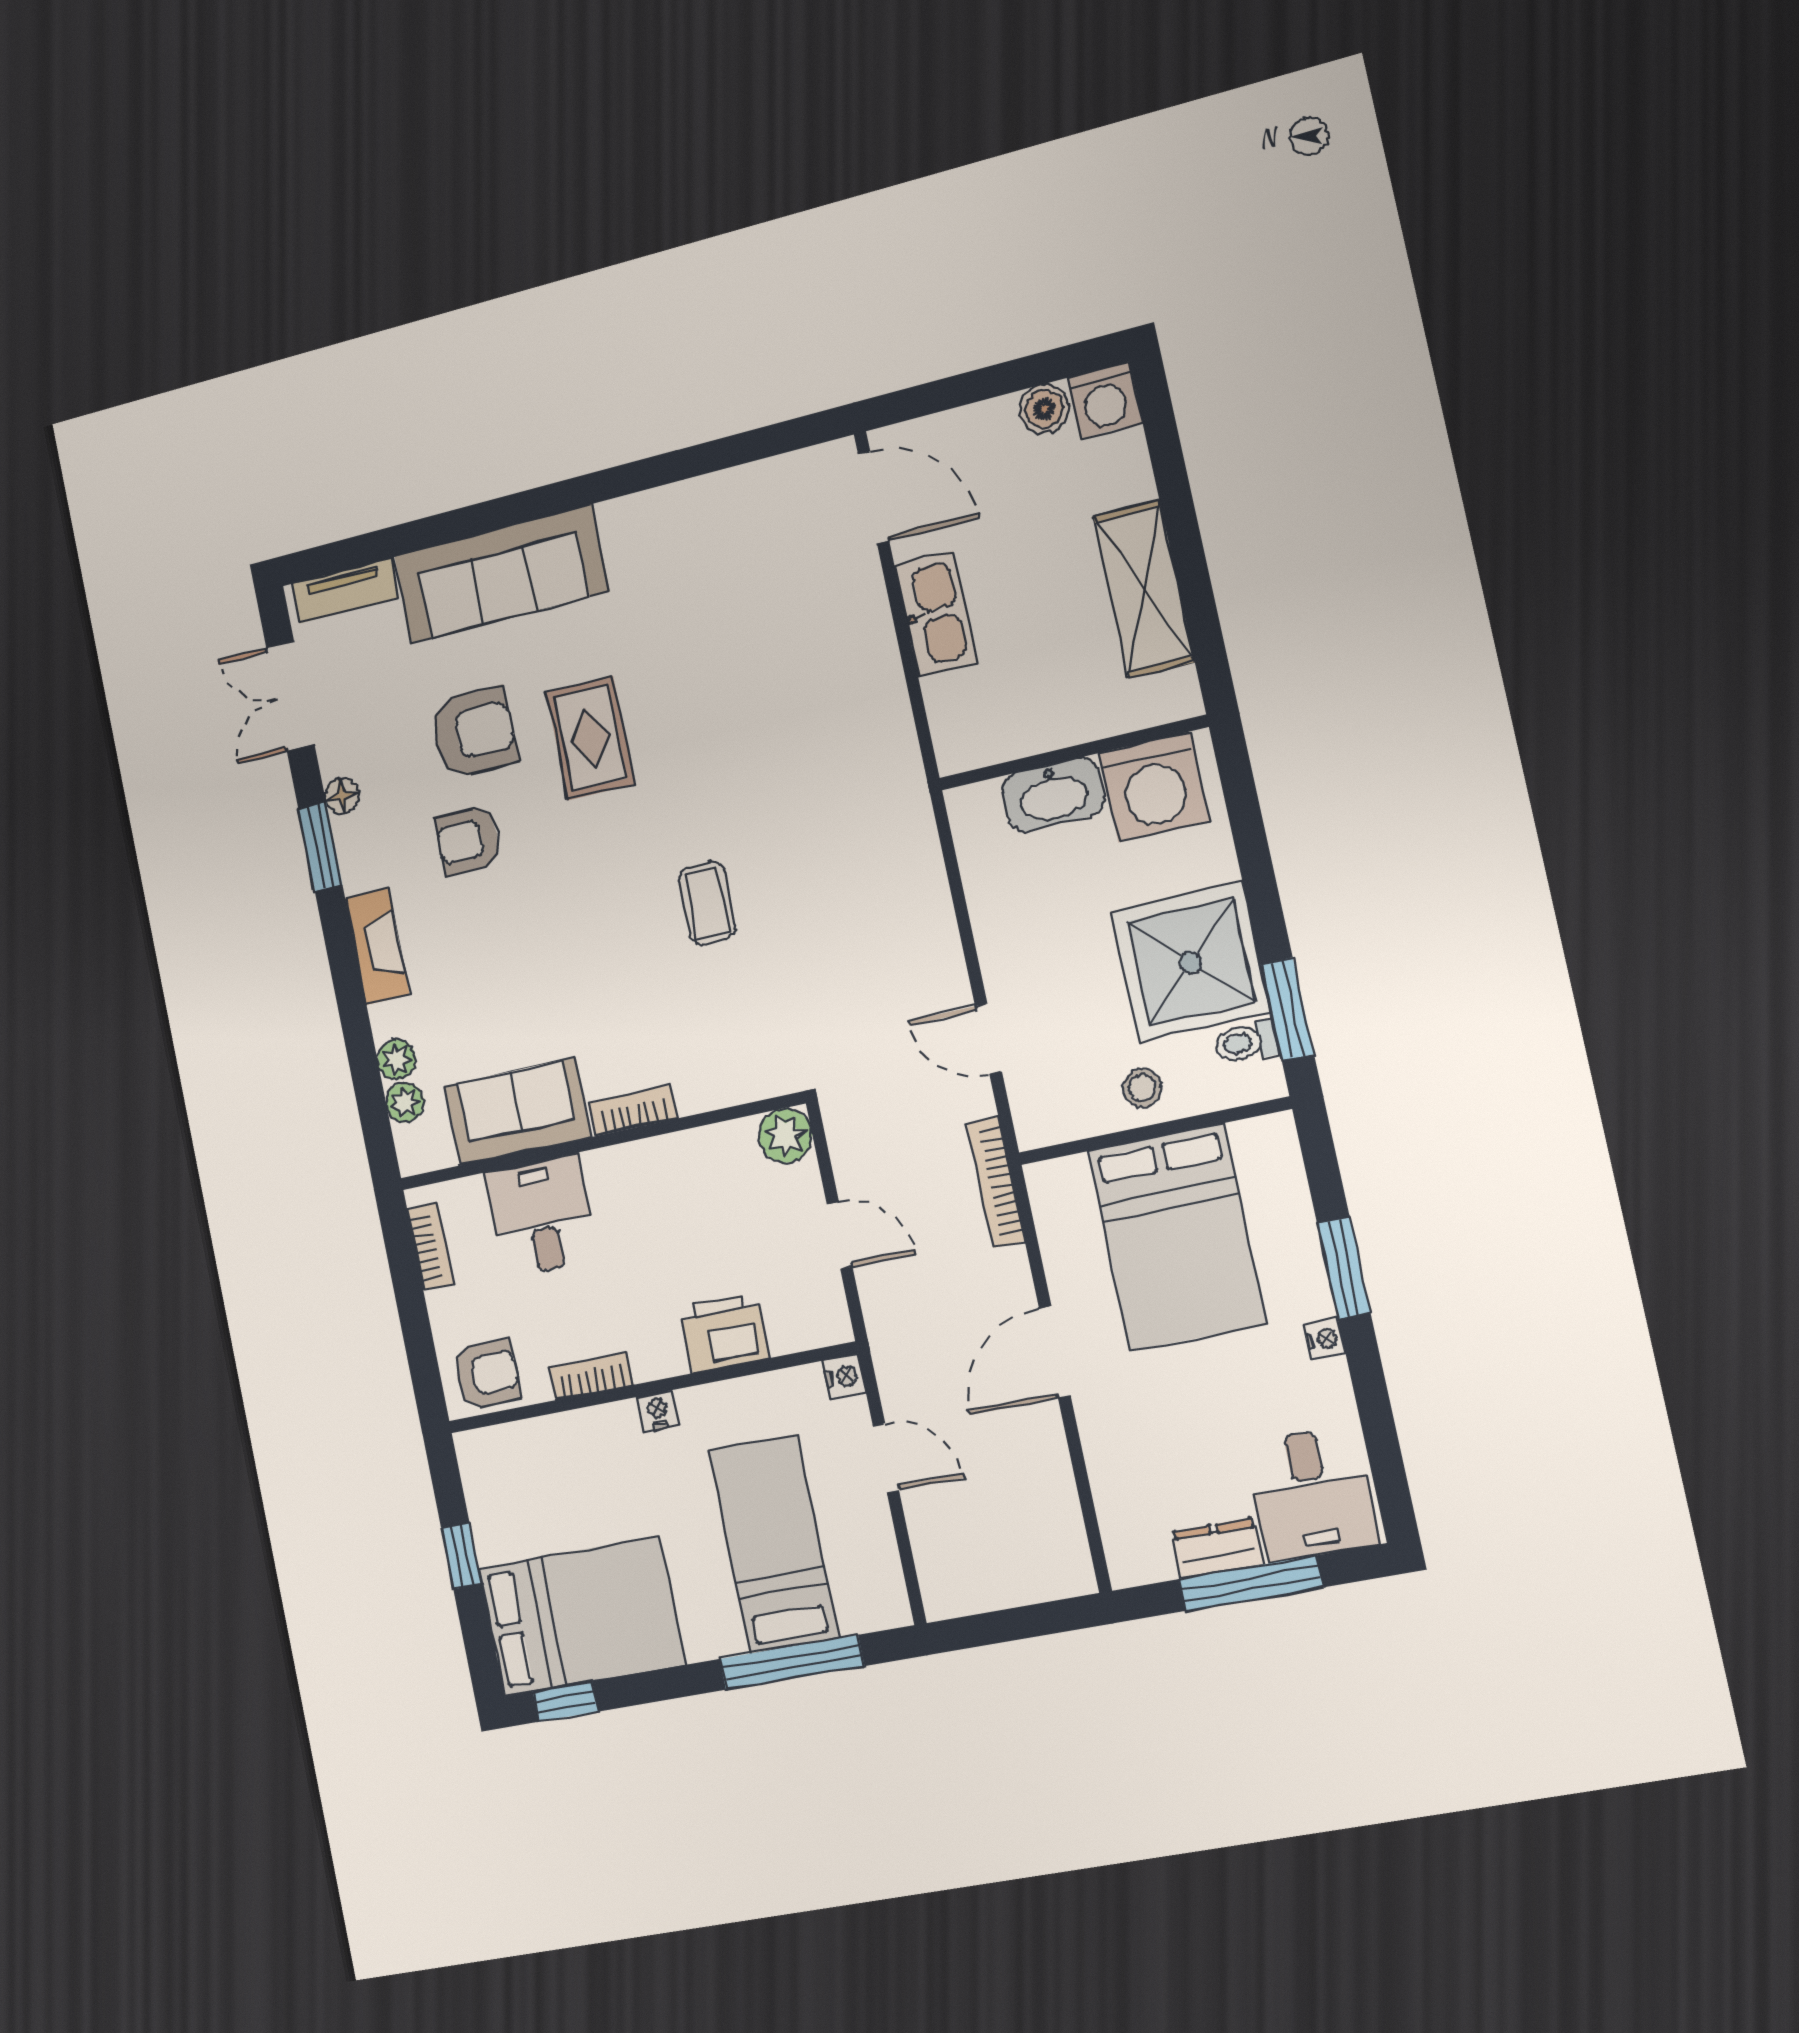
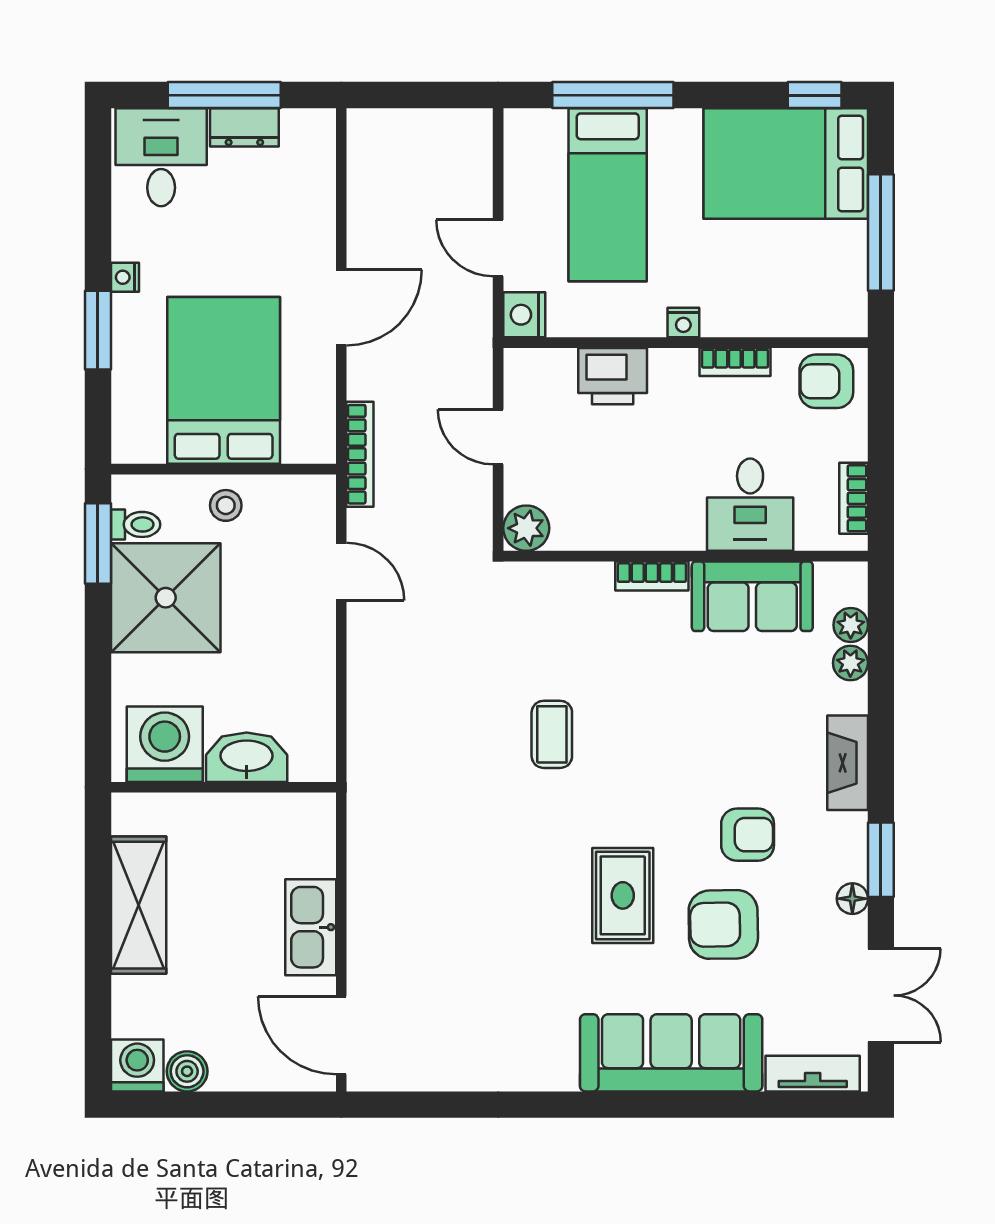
nightstand: (844, 1376) -> (524, 315), width x1.39, depth x1.35
window: (461, 1556) -> (881, 232), width x2.17

